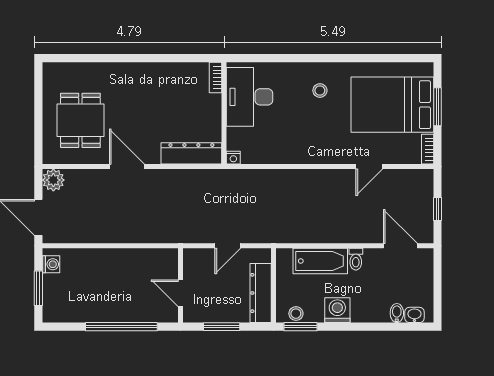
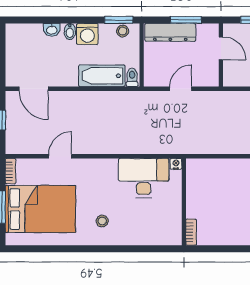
desk: (250, 97) -> (144, 178), moved, turned -90
dresser: (191, 153) -> (212, 167), removed
toilet: (356, 259) -> (132, 77), moved
dresser: (261, 293) -> (170, 32), moved, turned 90
bidet: (397, 313) -> (70, 31), moved
washbasin: (414, 315) -> (52, 30), moved

